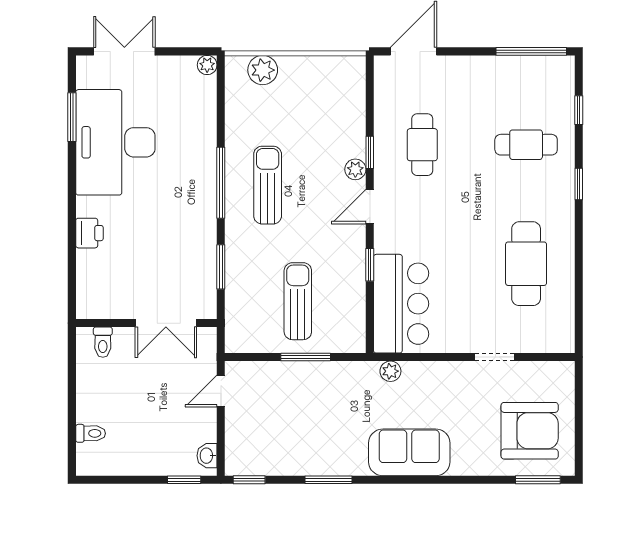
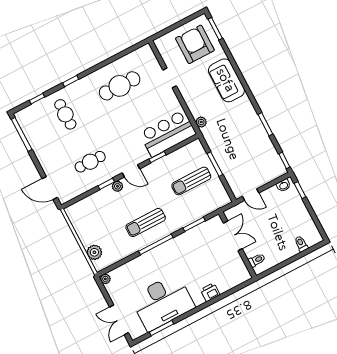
sofa: (409, 452) -> (226, 80), moved

